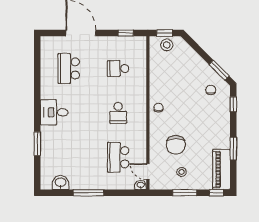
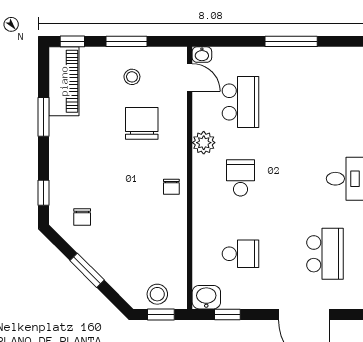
window: (219, 70) -> (87, 270), moved
plant: (140, 133) -> (204, 143), added
washbasin: (60, 183) -> (206, 297), moved, turned 180

